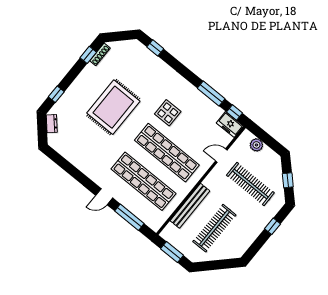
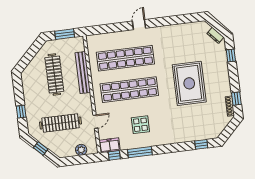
display table: (168, 113) -> (140, 125), moved
window: (129, 217) -> (111, 28), removed

